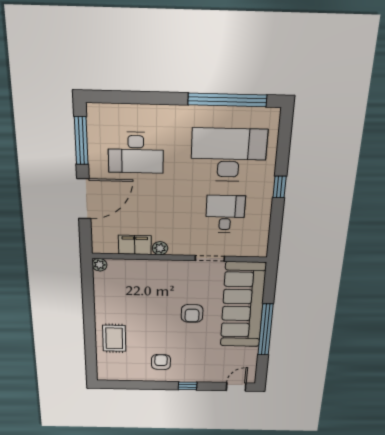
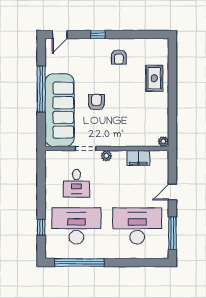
desk: (136, 153) -> (137, 226), width x1.36, depth x1.30
desk: (229, 155) -> (76, 226), turned 180
window: (279, 187) -> (41, 227), moved
door: (84, 199) -> (172, 192), width x0.53
plant: (160, 248) -> (106, 156), moved

